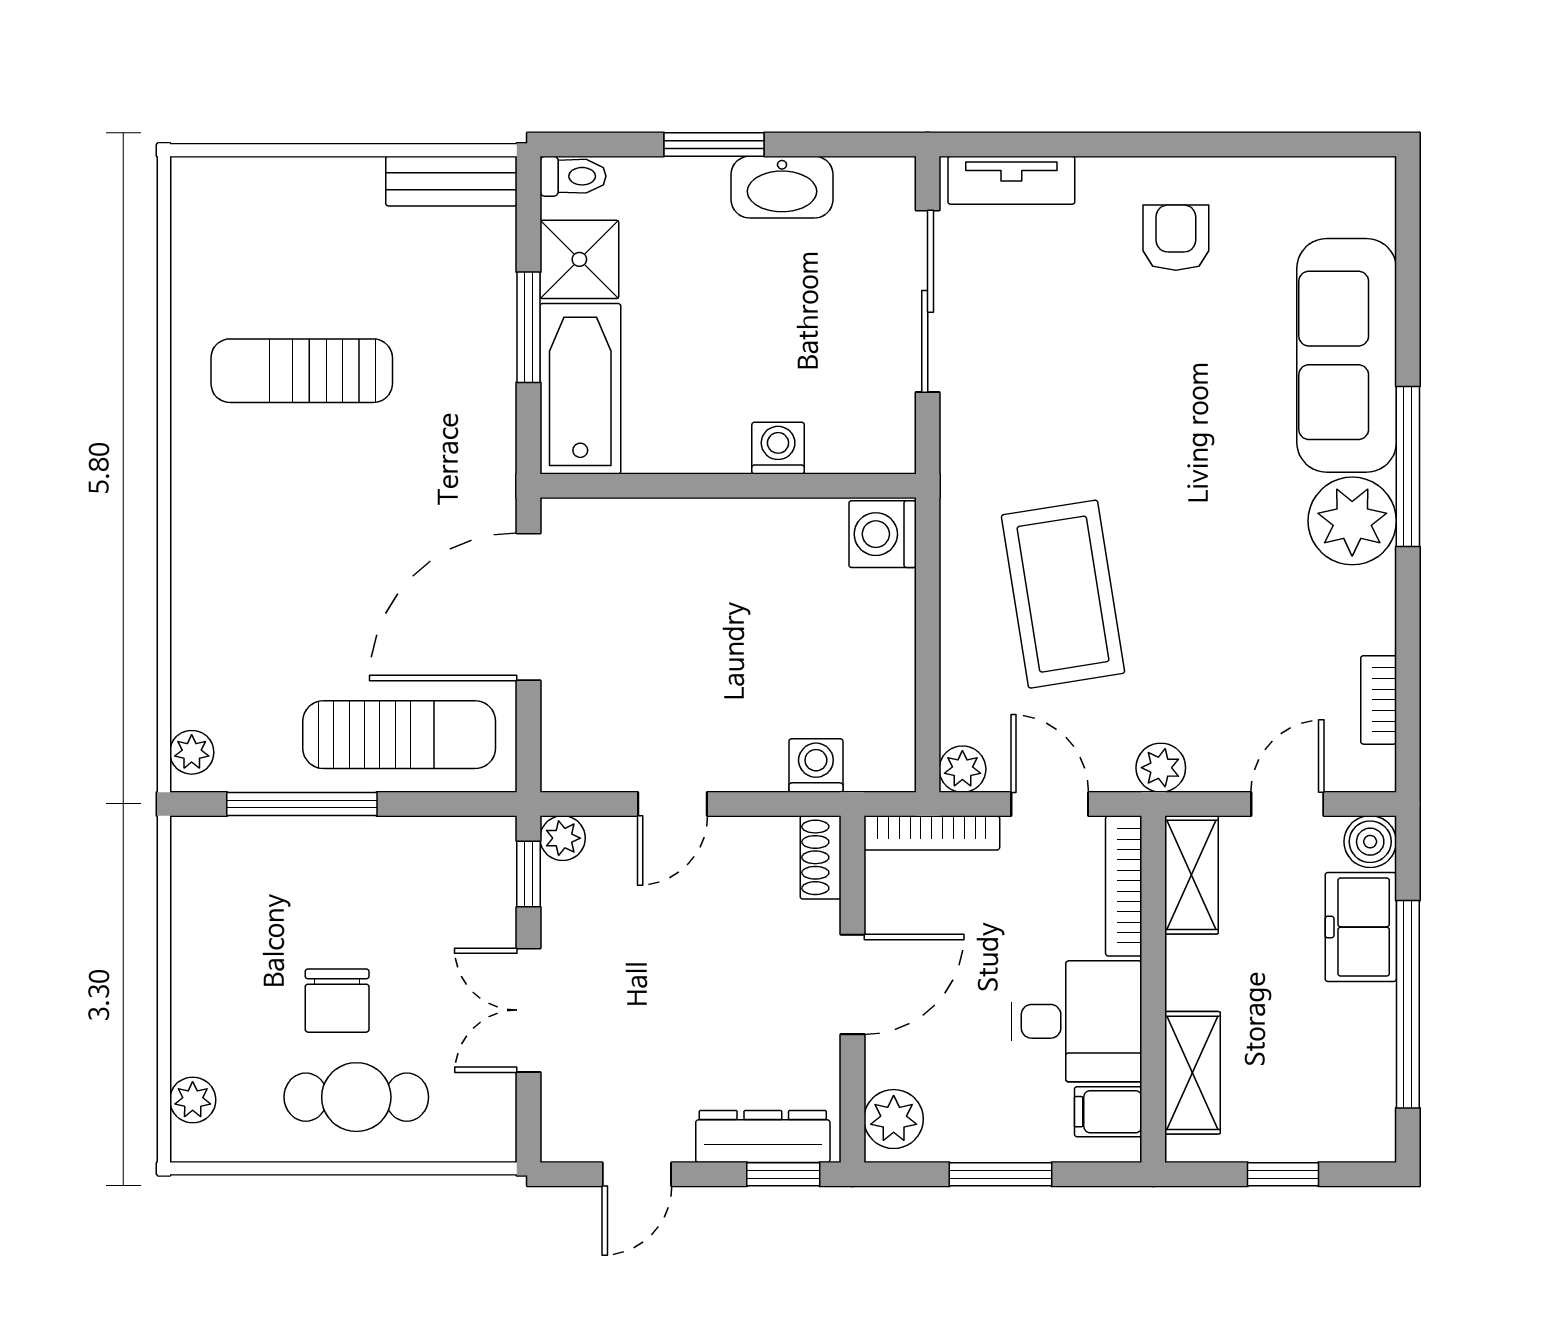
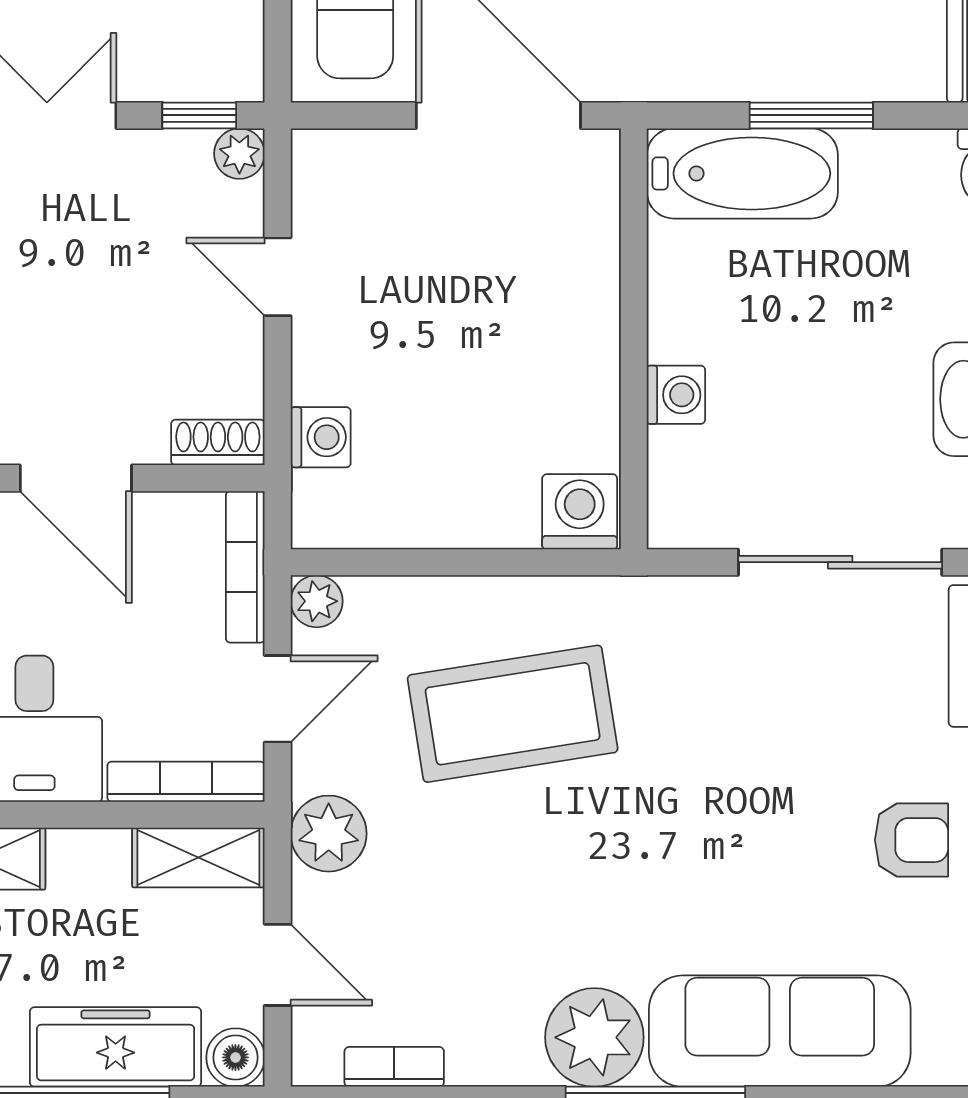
shower: (579, 259) -> (887, 172), removed
plant: (1161, 768) -> (329, 834), width x1.38, depth x1.38
freezer: (1361, 927) -> (116, 1047), width x1.40

